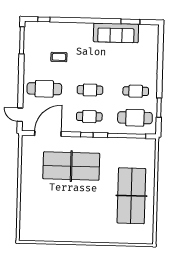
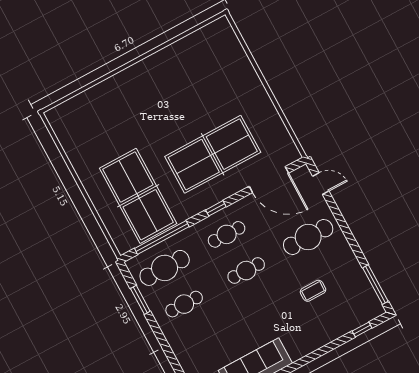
door: (48, 134) -> (269, 180), hinge flipped
table tennis table: (131, 196) -> (138, 196), moved

